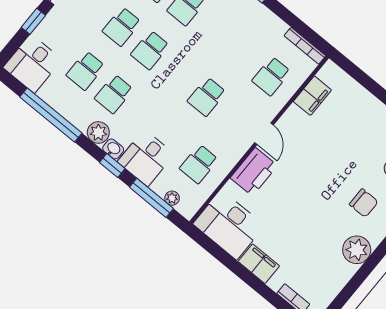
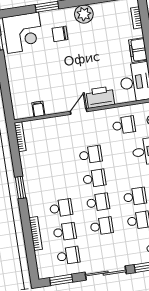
school desk: (271, 76) -> (94, 178), moved
filing cabinet: (312, 96) -> (38, 109), width x0.50
chair: (364, 203) -> (60, 34), turned -90

